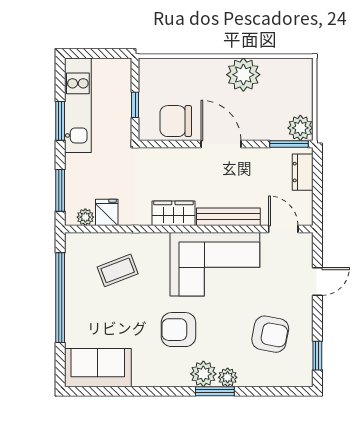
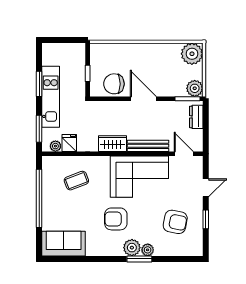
plant: (243, 75) -> (192, 54), moved
kitchen unit: (78, 105) -> (51, 97), moved
window: (317, 356) -> (206, 219), moved

